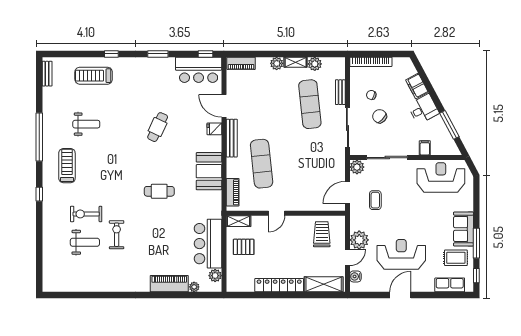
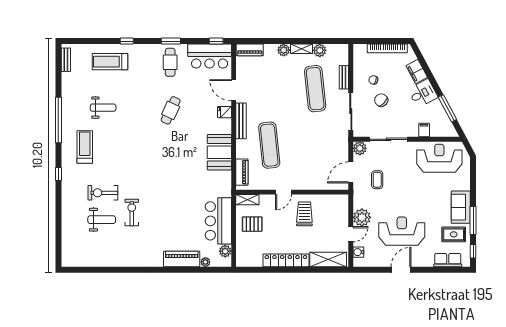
bookcase: (371, 62) -> (387, 48), moved
cafe table: (159, 191) -> (170, 62), moved, turned 90
trolley: (322, 234) -> (304, 214), moved

